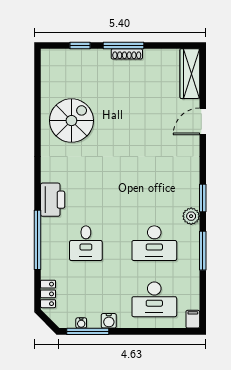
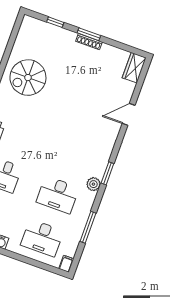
window: (124, 45) -> (89, 34), width x0.69
wardrobe: (190, 74) -> (134, 68), width x0.67
spiral stairs: (71, 121) -> (28, 78), turned 180
window: (203, 251) -> (88, 227), moved

